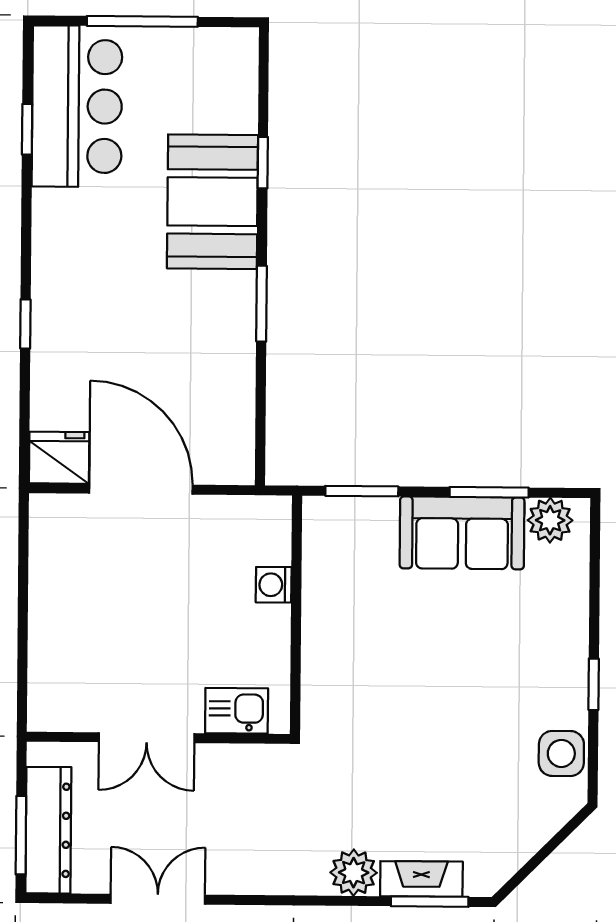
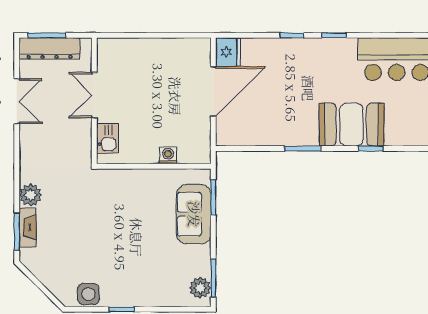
window: (27, 129) -> (334, 35), moved
window: (489, 492) -> (213, 278), moved
sofa: (462, 533) -> (194, 214), moved

